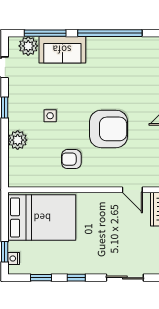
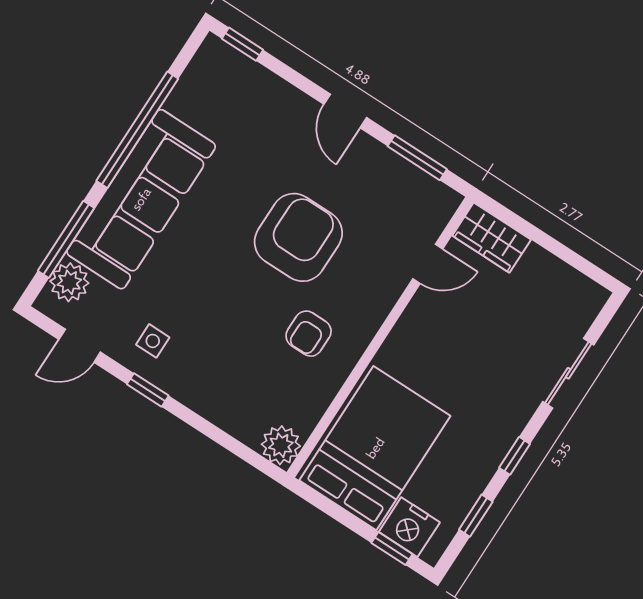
sofa: (62, 50) -> (141, 199), width x1.85, depth x1.27
side table: (50, 116) -> (153, 341), moved
plant: (18, 140) -> (281, 445), moved
nightstand: (14, 258) -> (409, 527), width x1.89, depth x1.79

